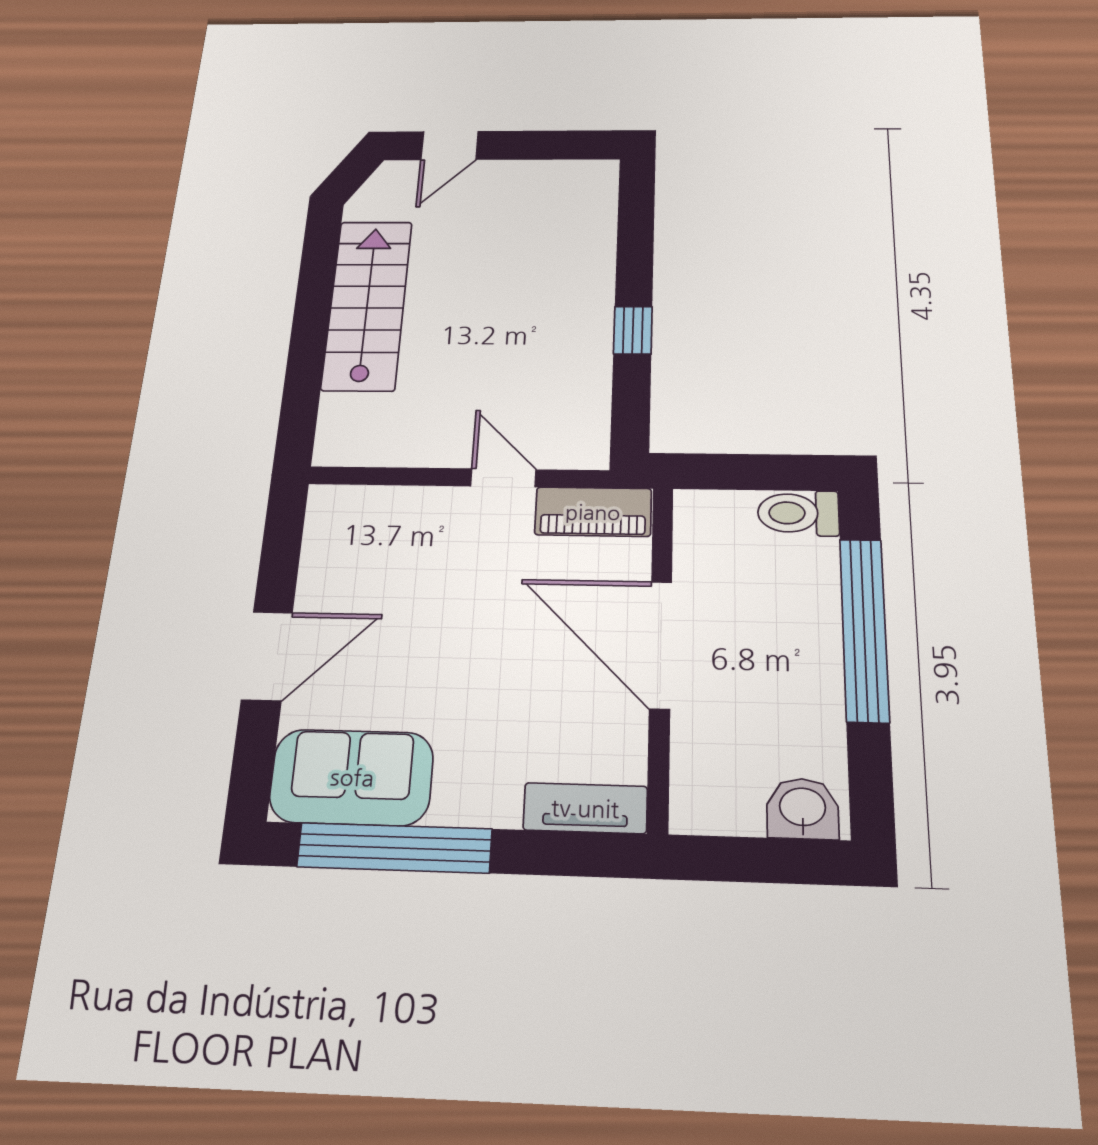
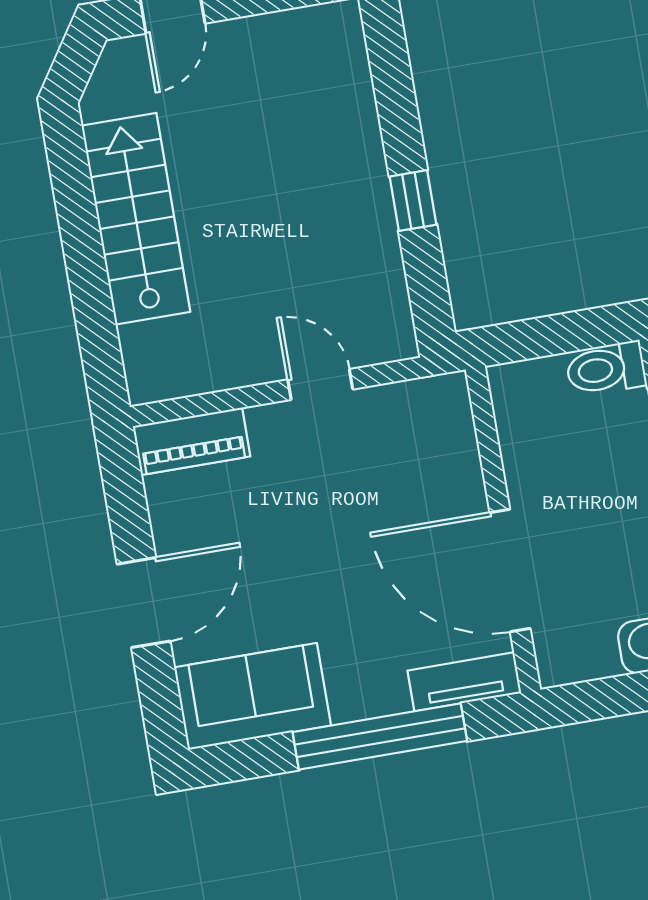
piano: (593, 512) -> (192, 441), moved
door: (661, 645) -> (510, 571), moved
window: (395, 848) -> (380, 737), moved

